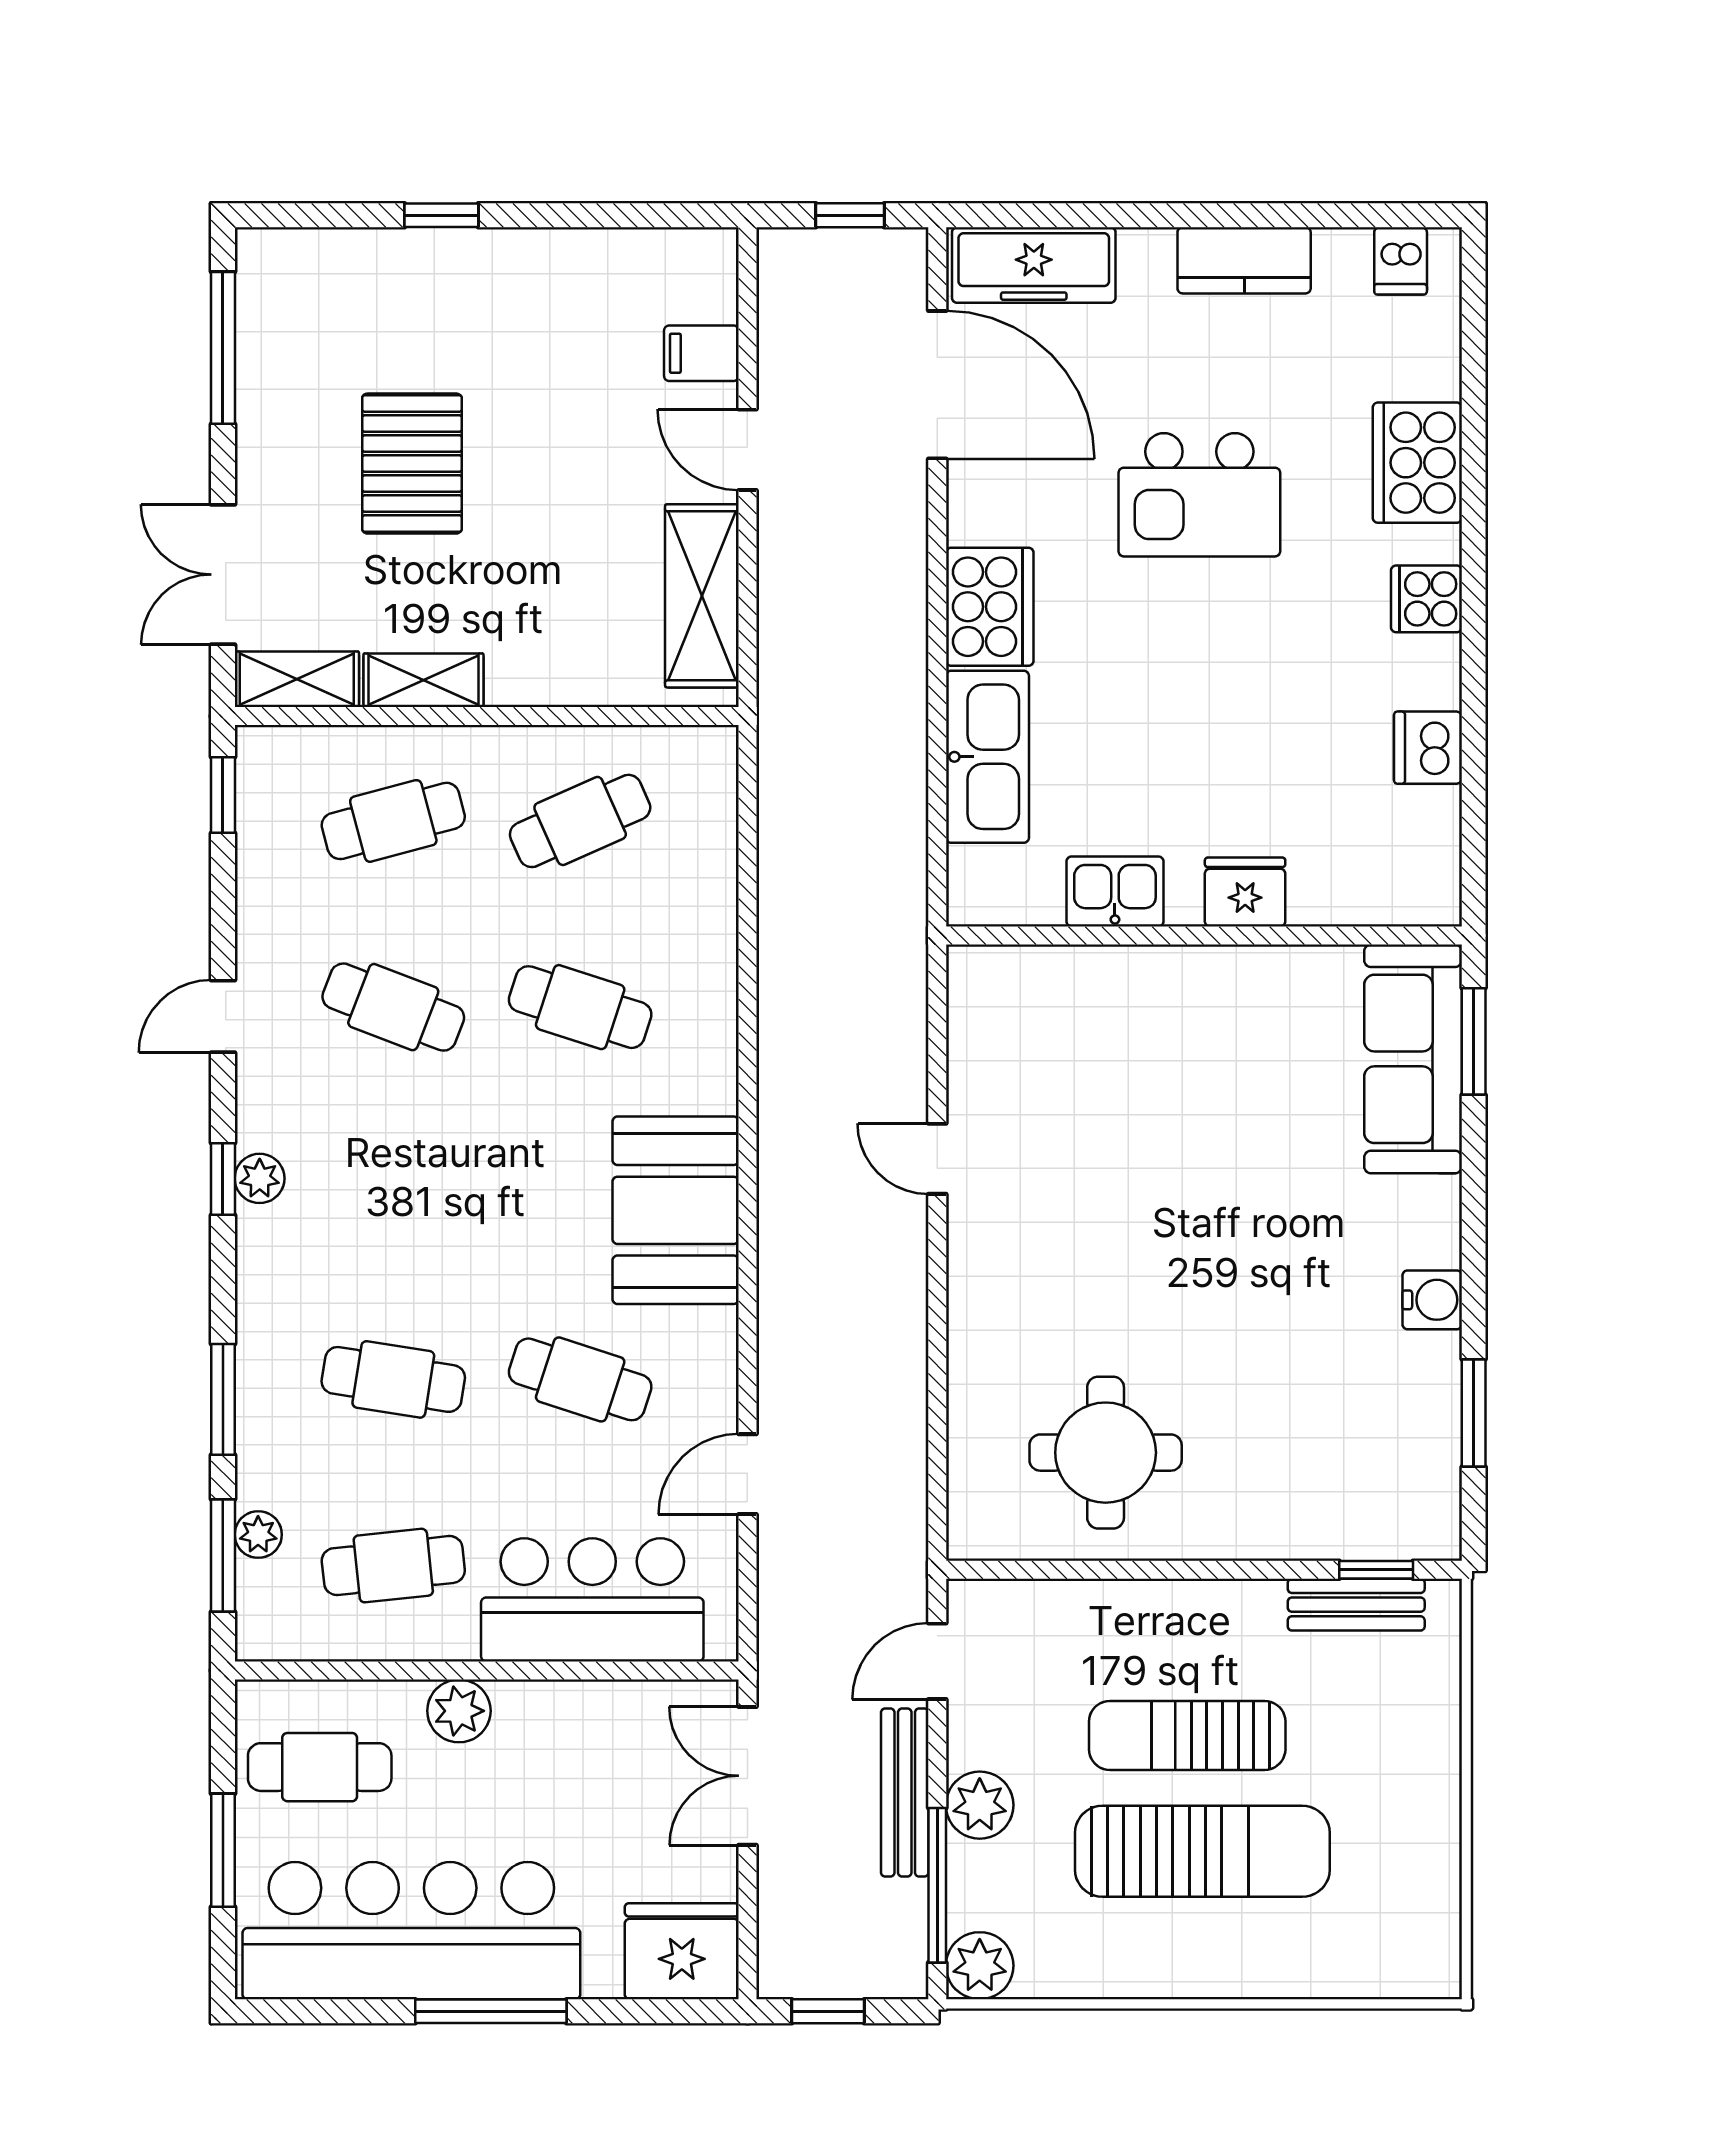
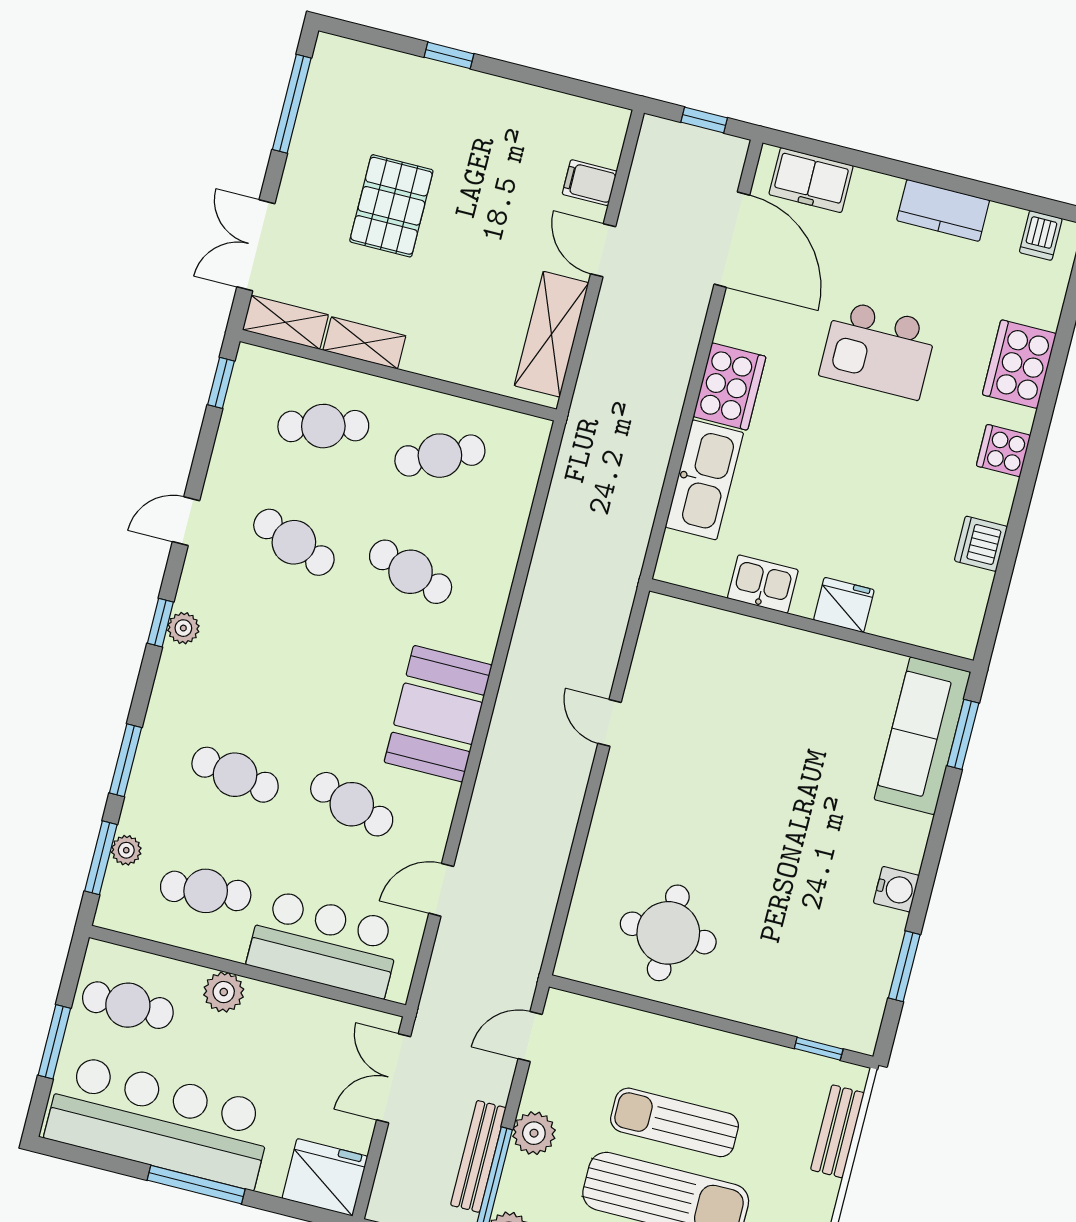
freezer: (1034, 265) -> (811, 180), width x0.71
bench: (1356, 1605) -> (837, 1131), moved, turned 90
bench: (905, 1793) -> (478, 1156), moved

